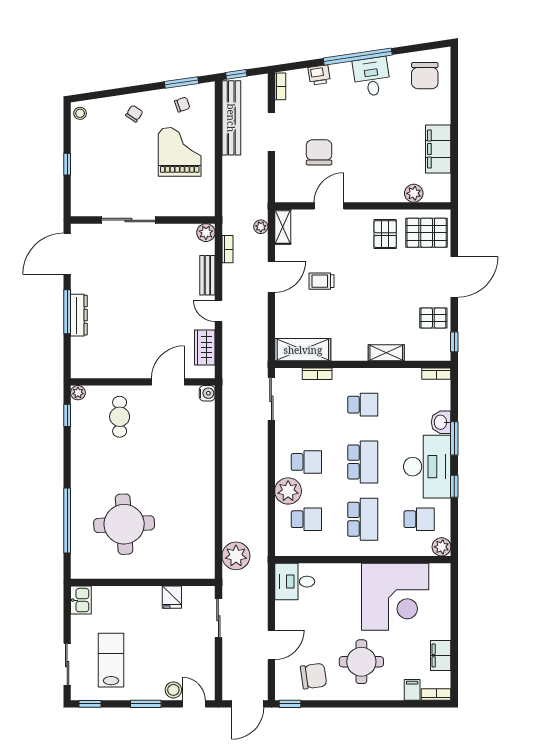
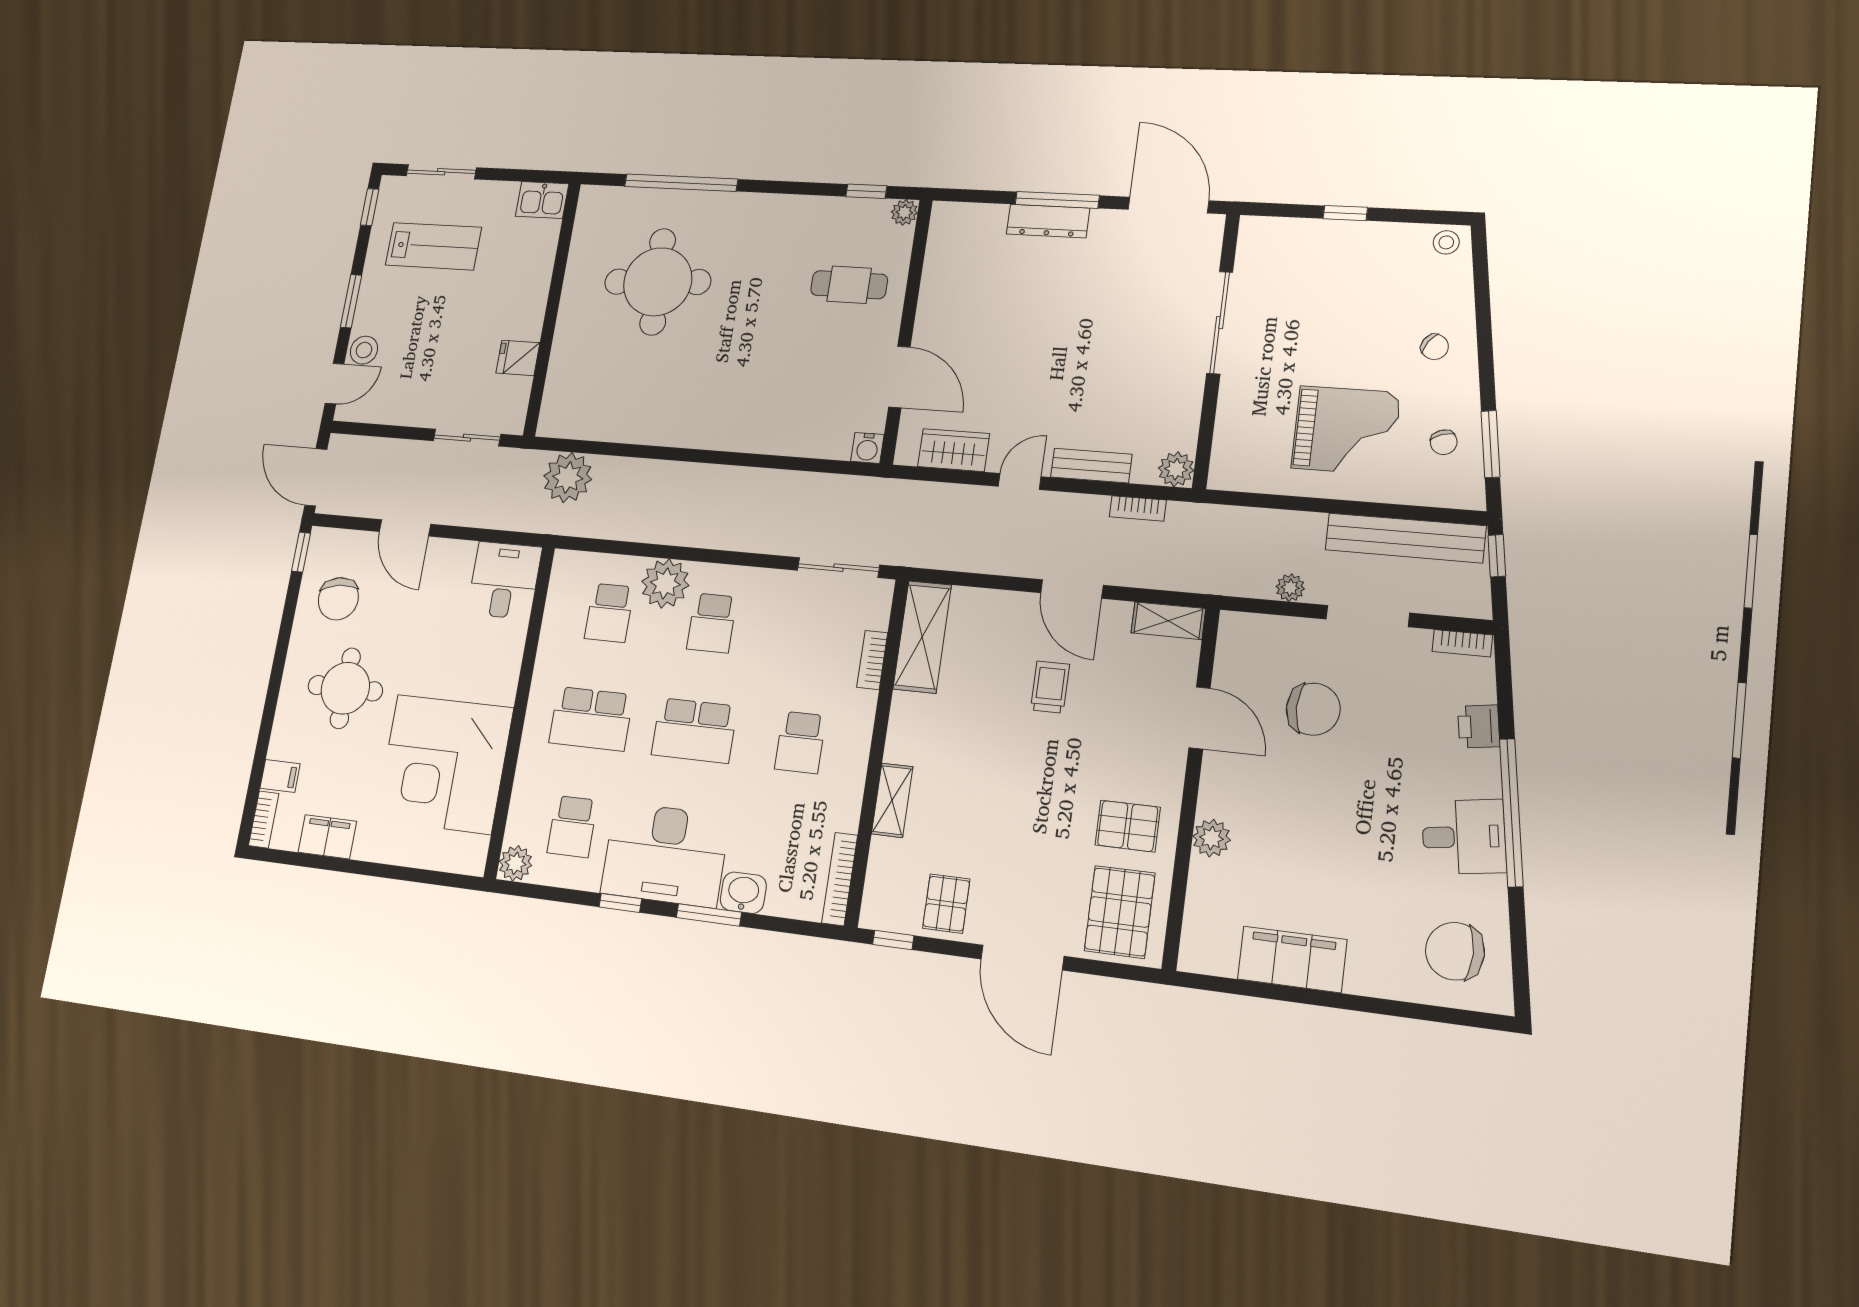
plant: (414, 193) -> (1211, 838), moved
plant: (261, 227) -> (1290, 588), moved
bookcase: (436, 374) -> (840, 879), width x1.56

